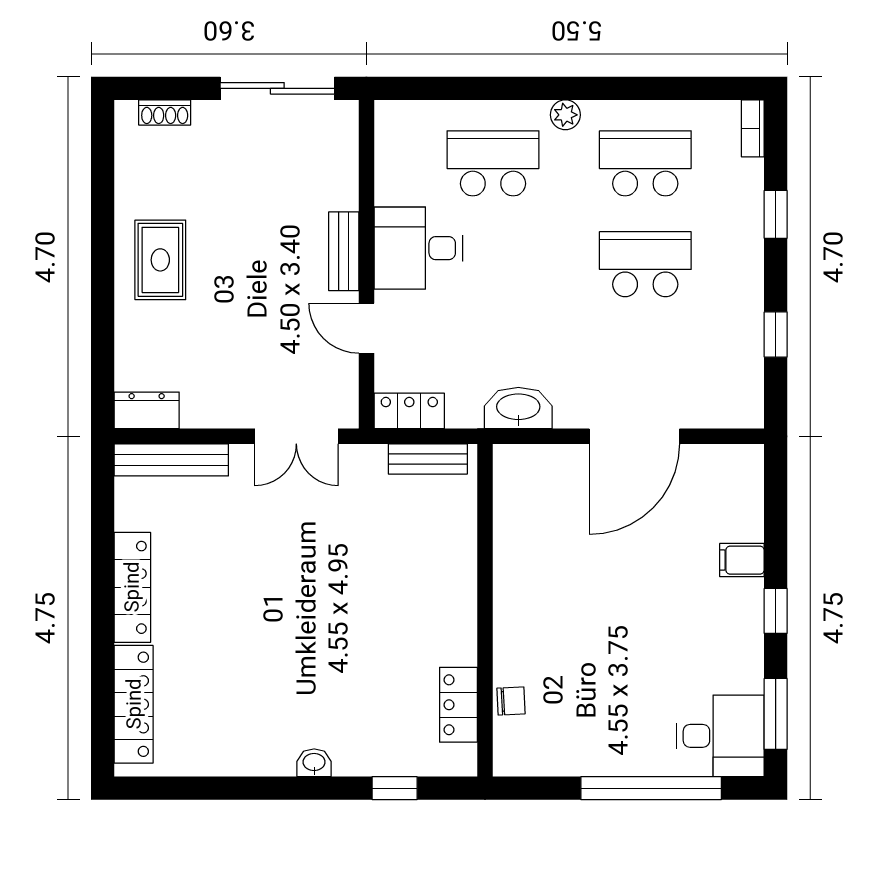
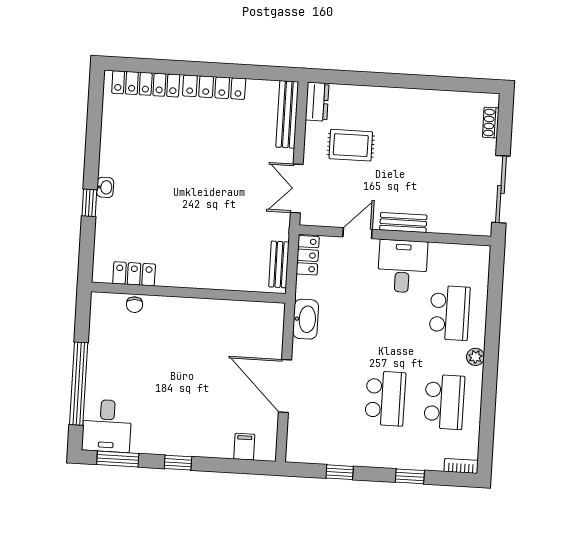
rug: (160, 260) -> (351, 145), moved
filing cabinet: (742, 560) -> (244, 447), moved
window: (395, 788) -> (89, 203), moved

